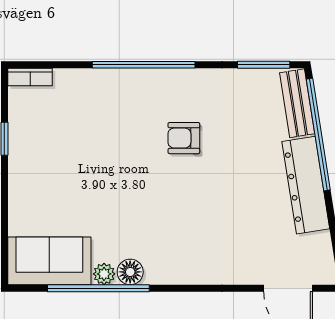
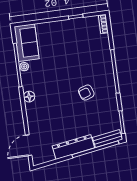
armchair: (184, 138) -> (86, 93), turned -108
floor lamp: (130, 272) -> (29, 97), moved

